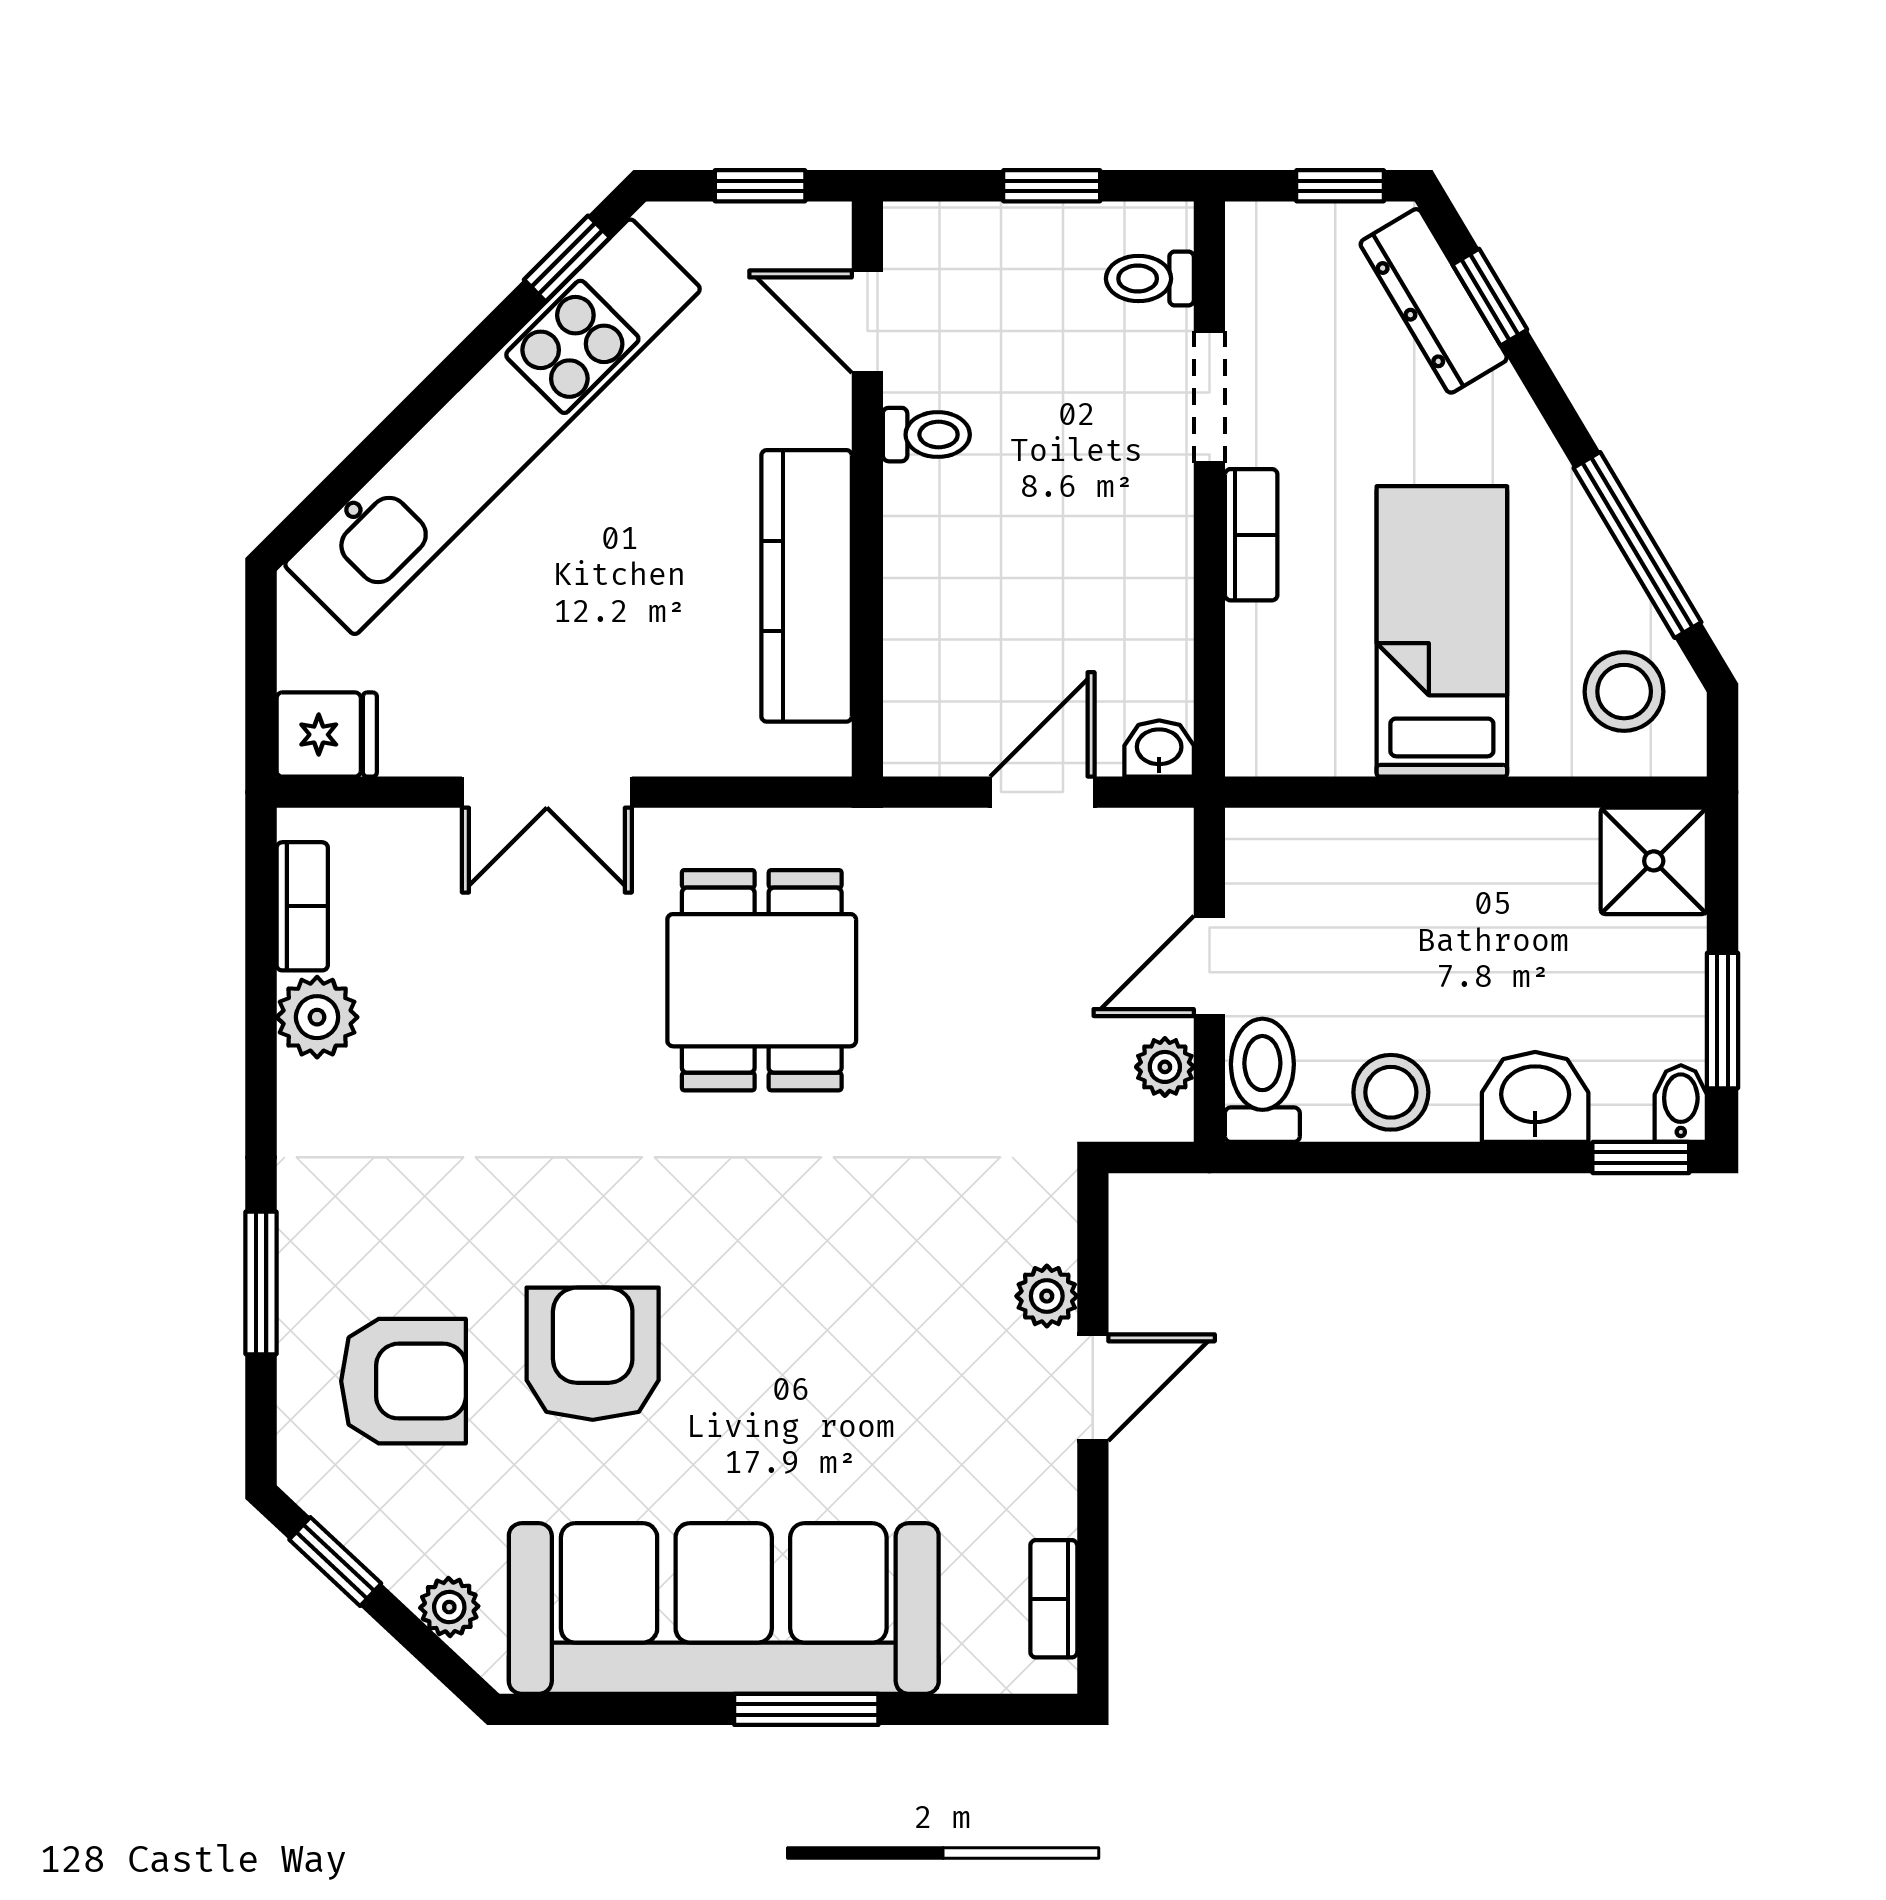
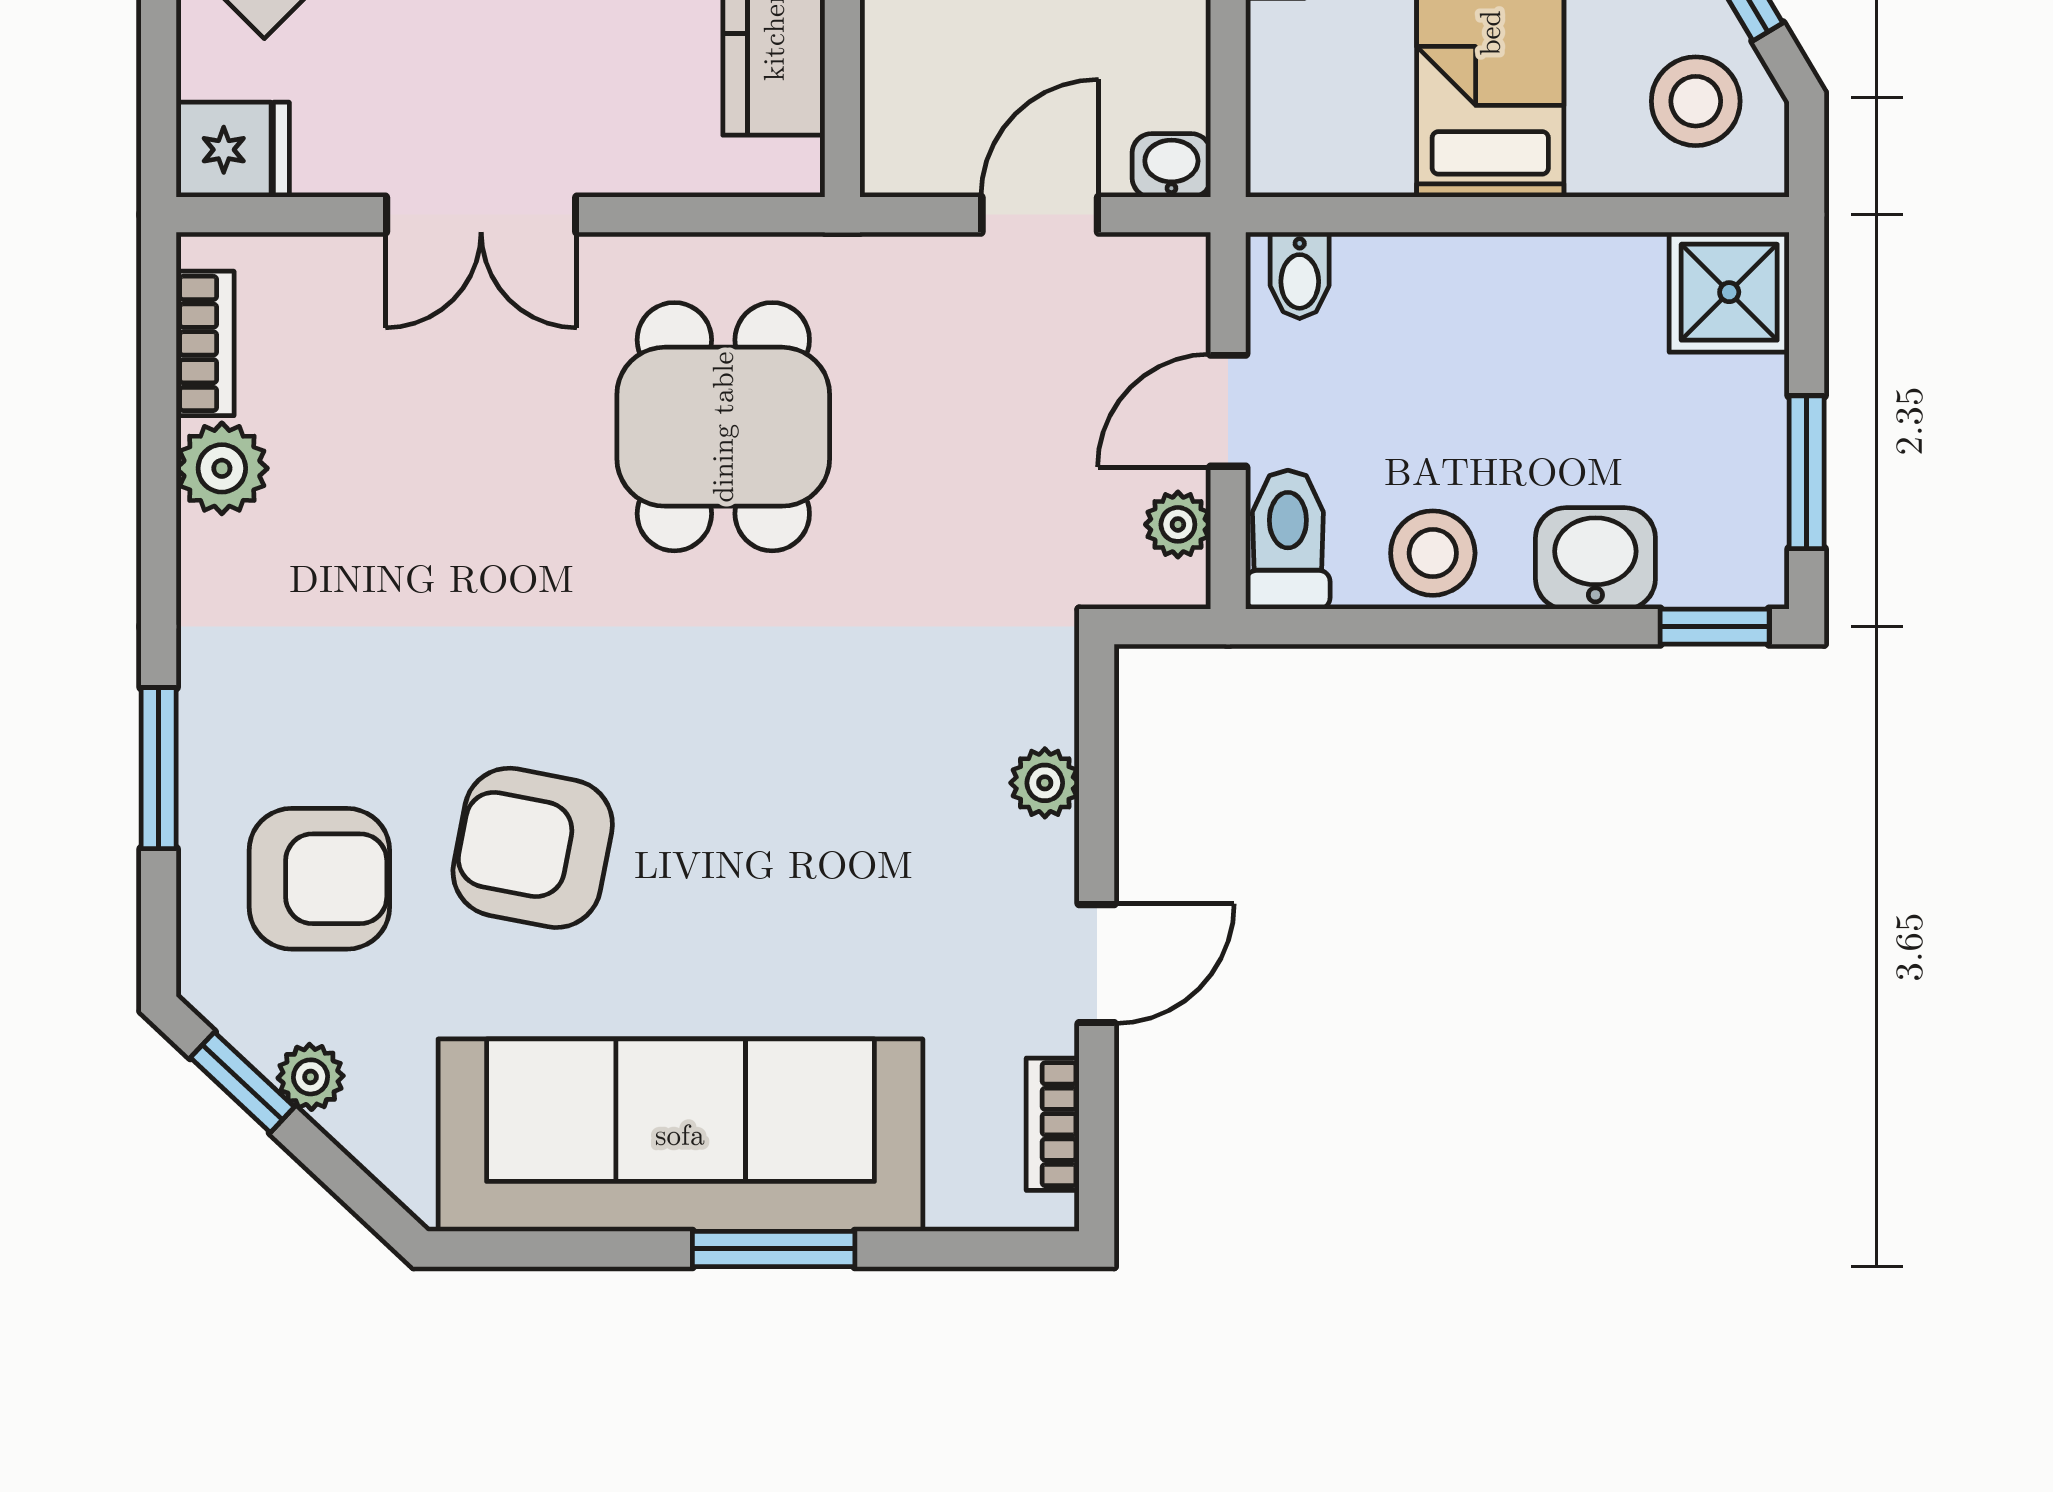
bidet: (1681, 1104) -> (1300, 275), moved, turned 180
armchair: (593, 1354) -> (533, 848), turned -79
door: (1093, 1388) -> (1097, 964), moved
plant: (449, 1607) -> (311, 1077), moved

